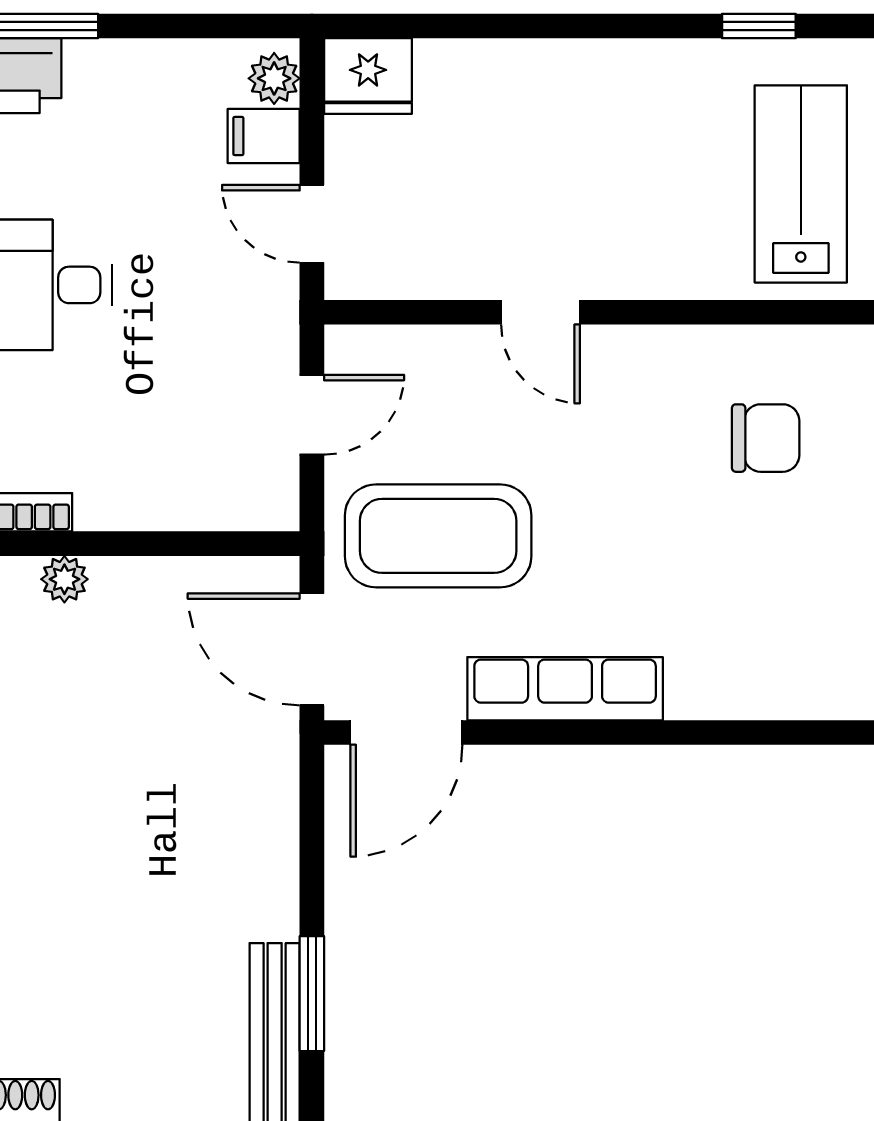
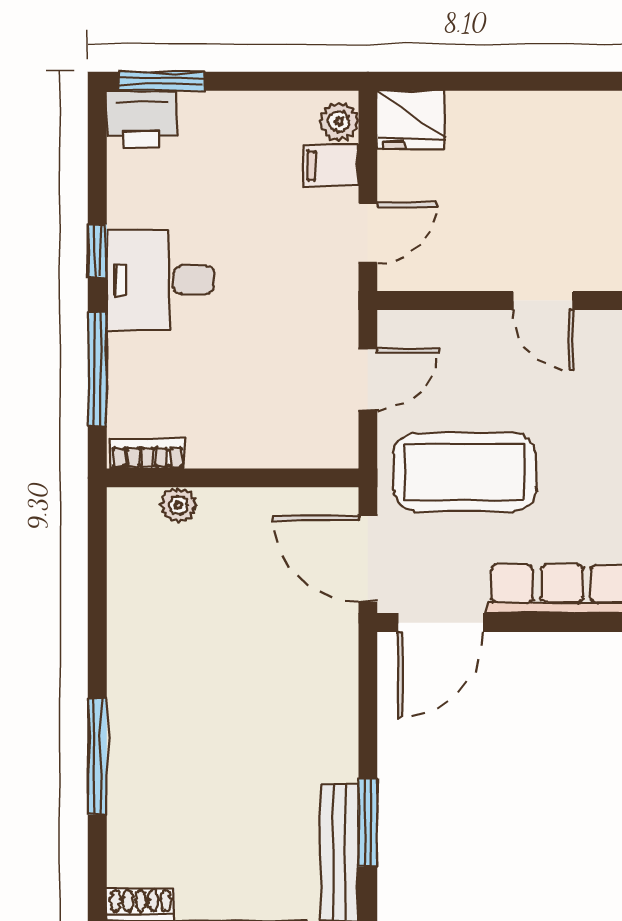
door: (312, 224) -> (368, 233), swing flipped

